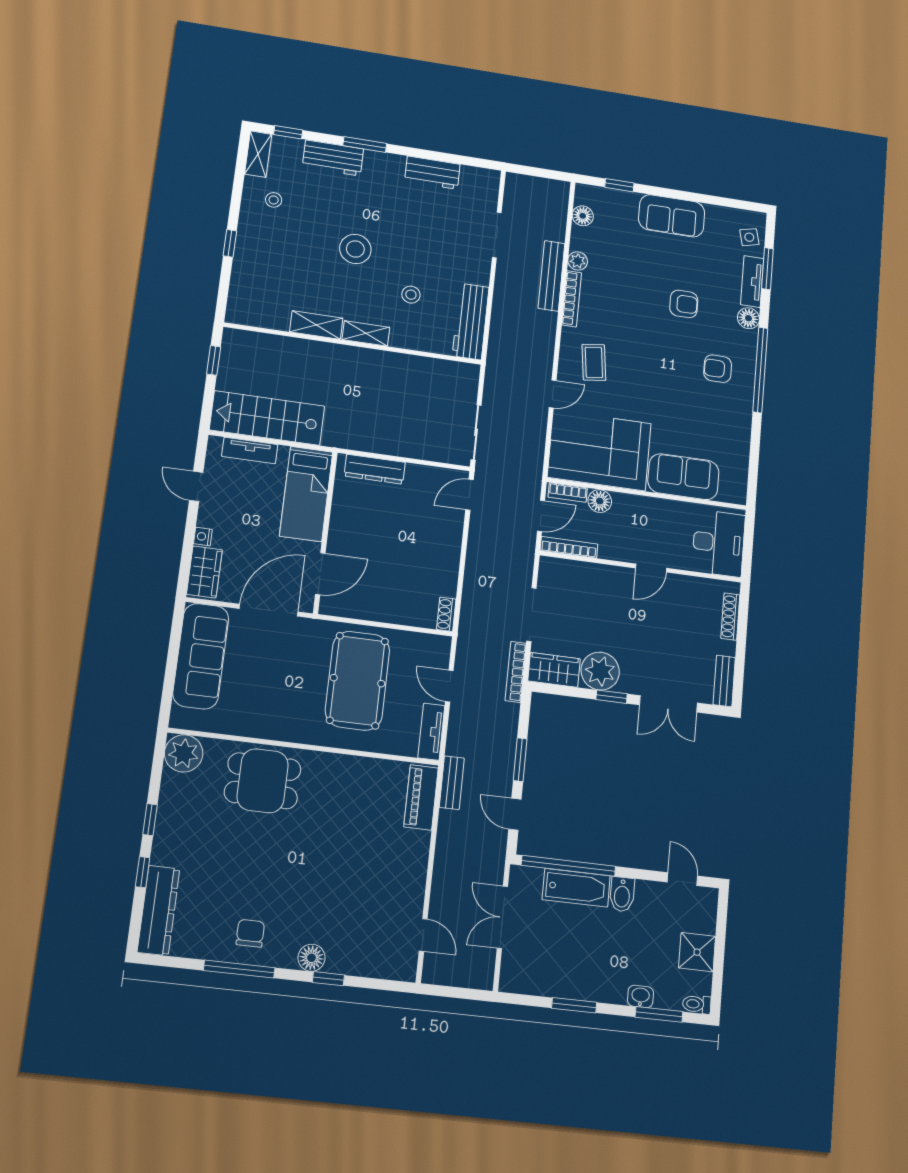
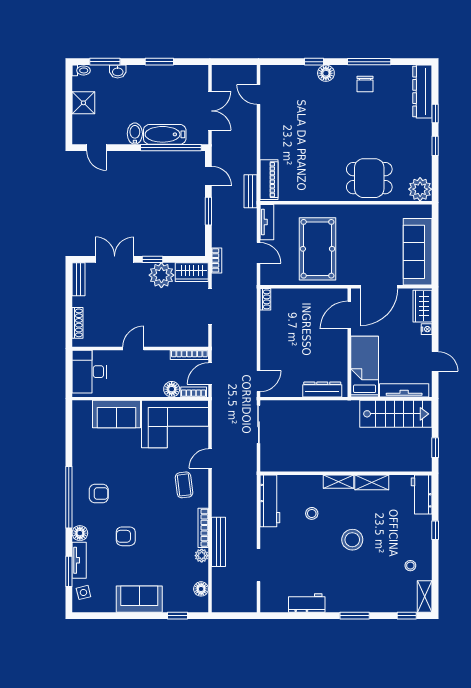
workbench: (333, 158) -> (422, 494), moved, turned -90
tv unit: (250, 450) -> (404, 390), width x1.41
bookcase: (516, 672) -> (217, 260), width x0.64

